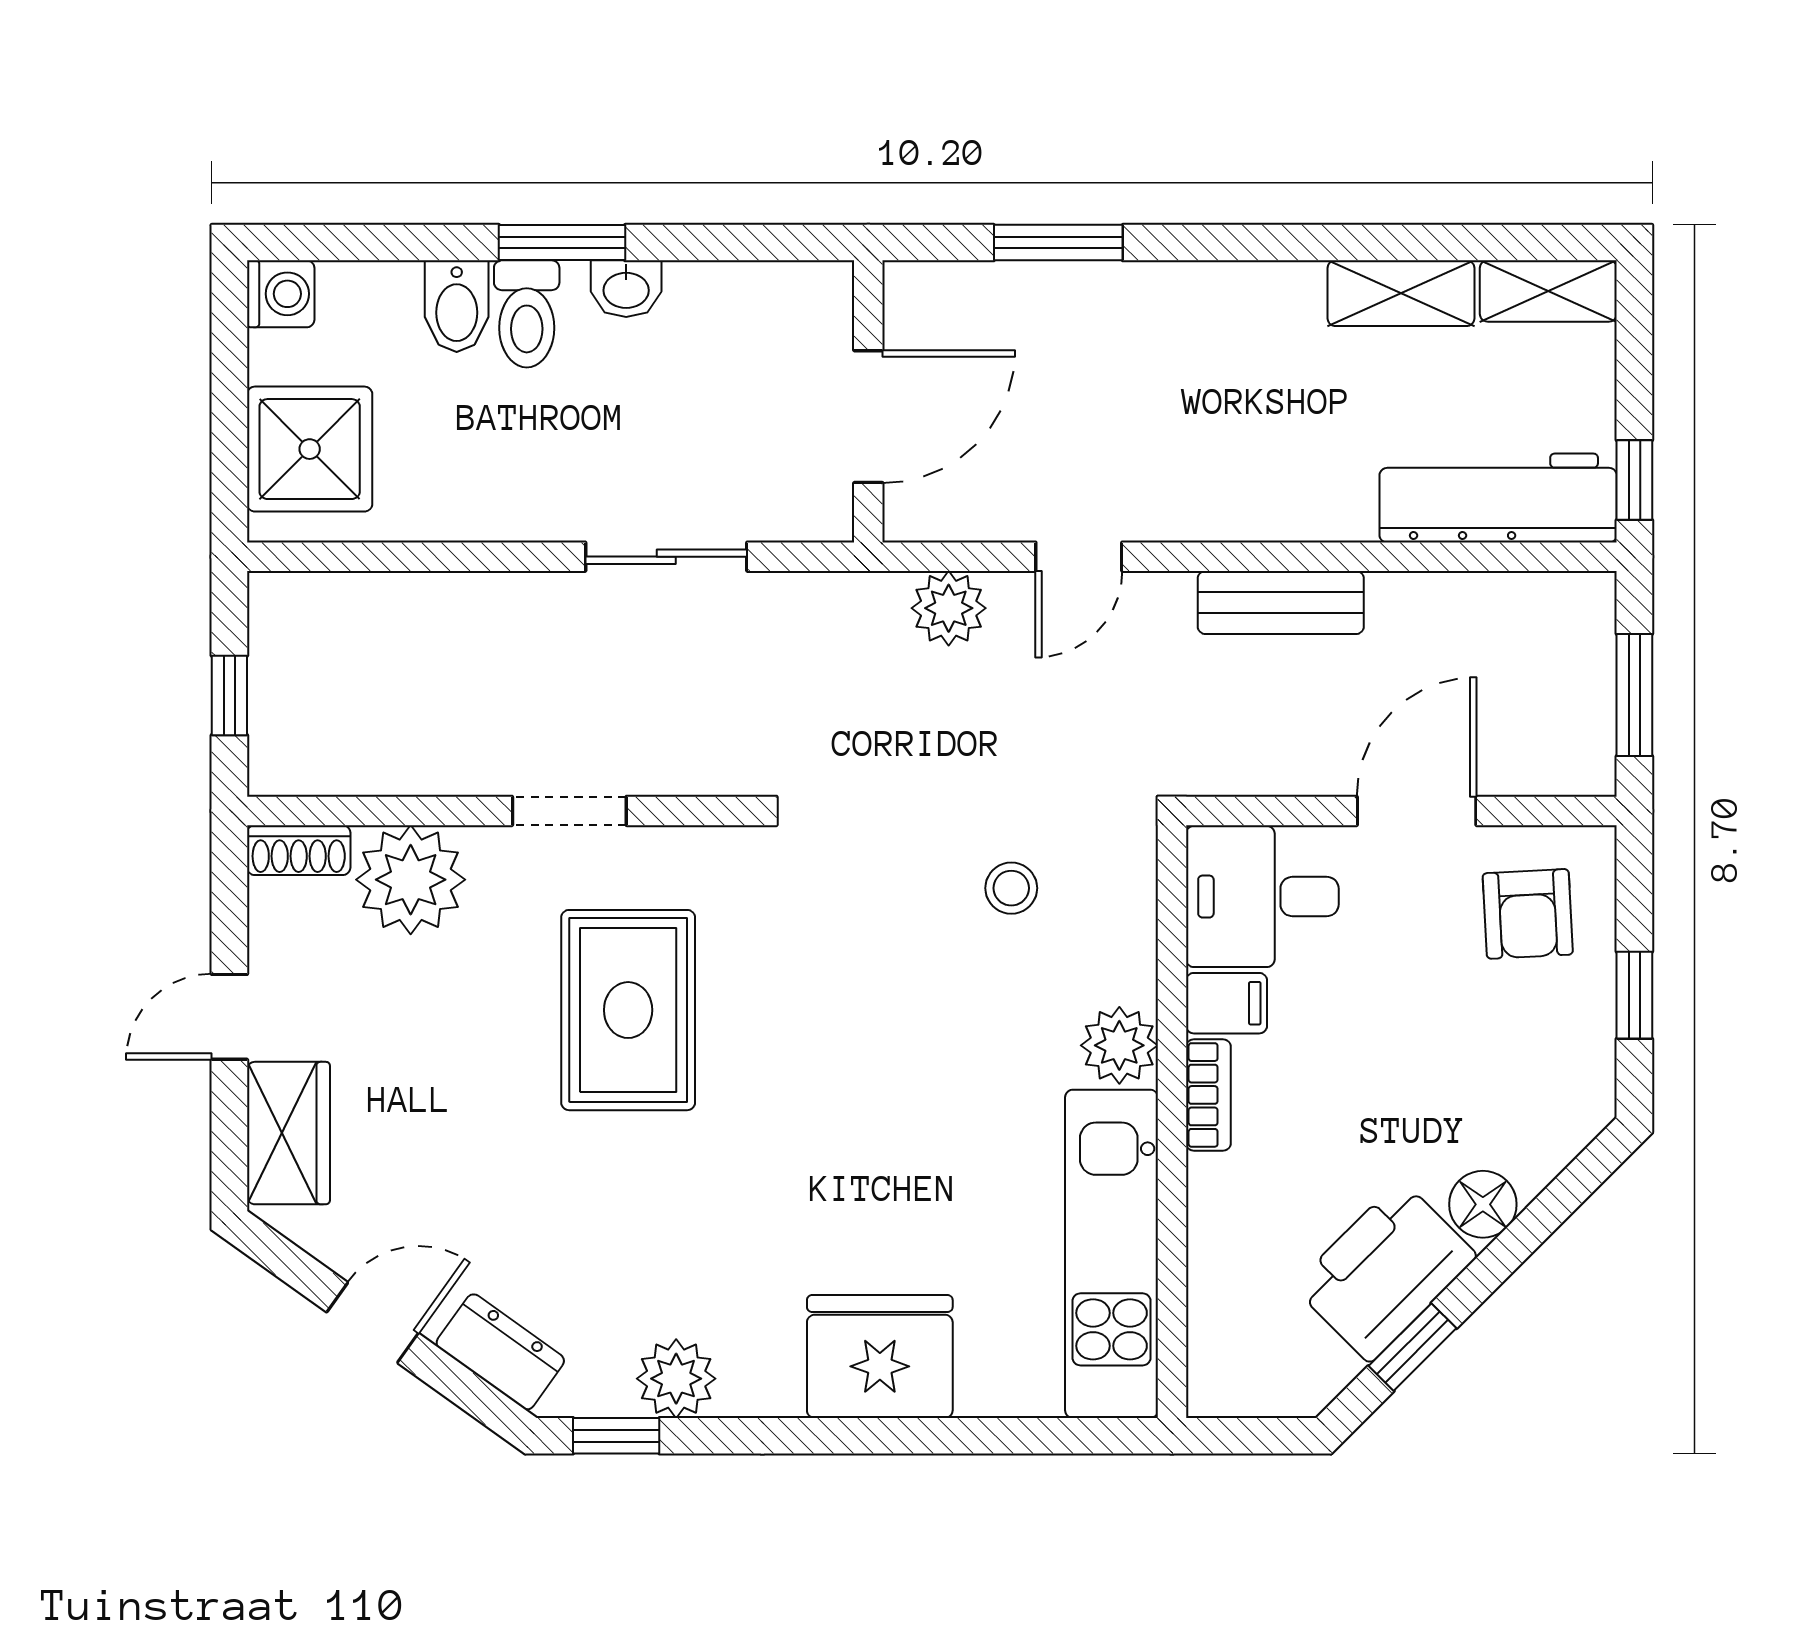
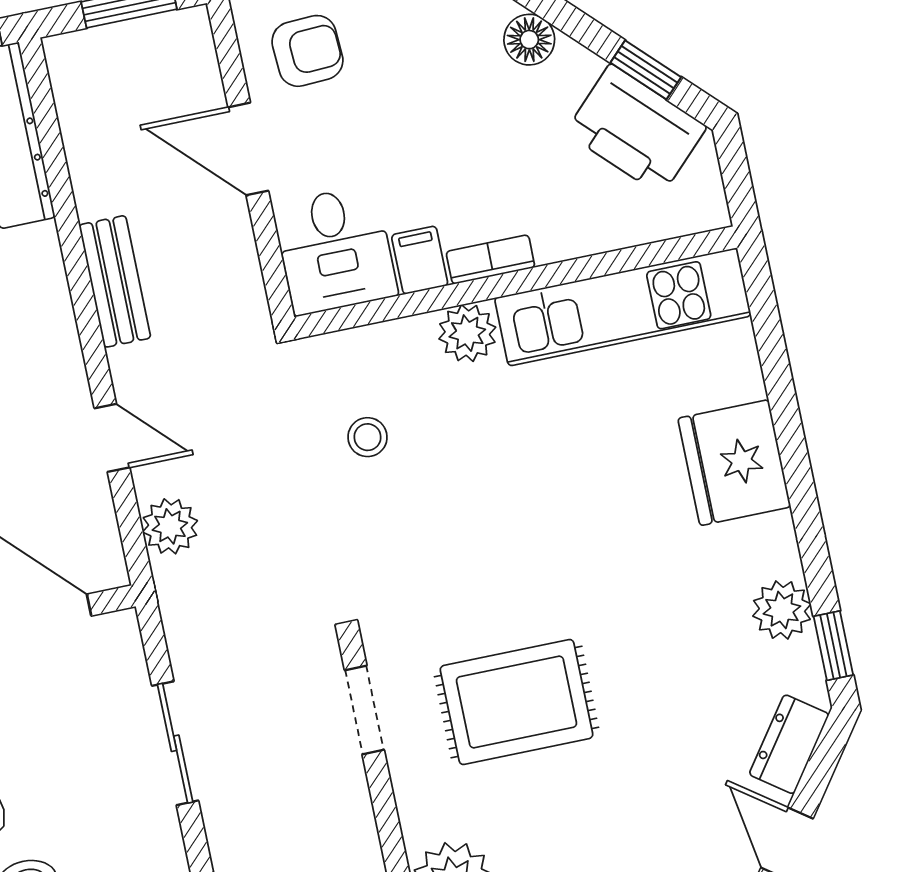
doorway: (569, 811) -> (364, 710), moved
printer: (1385, 1271) -> (636, 130), moved

